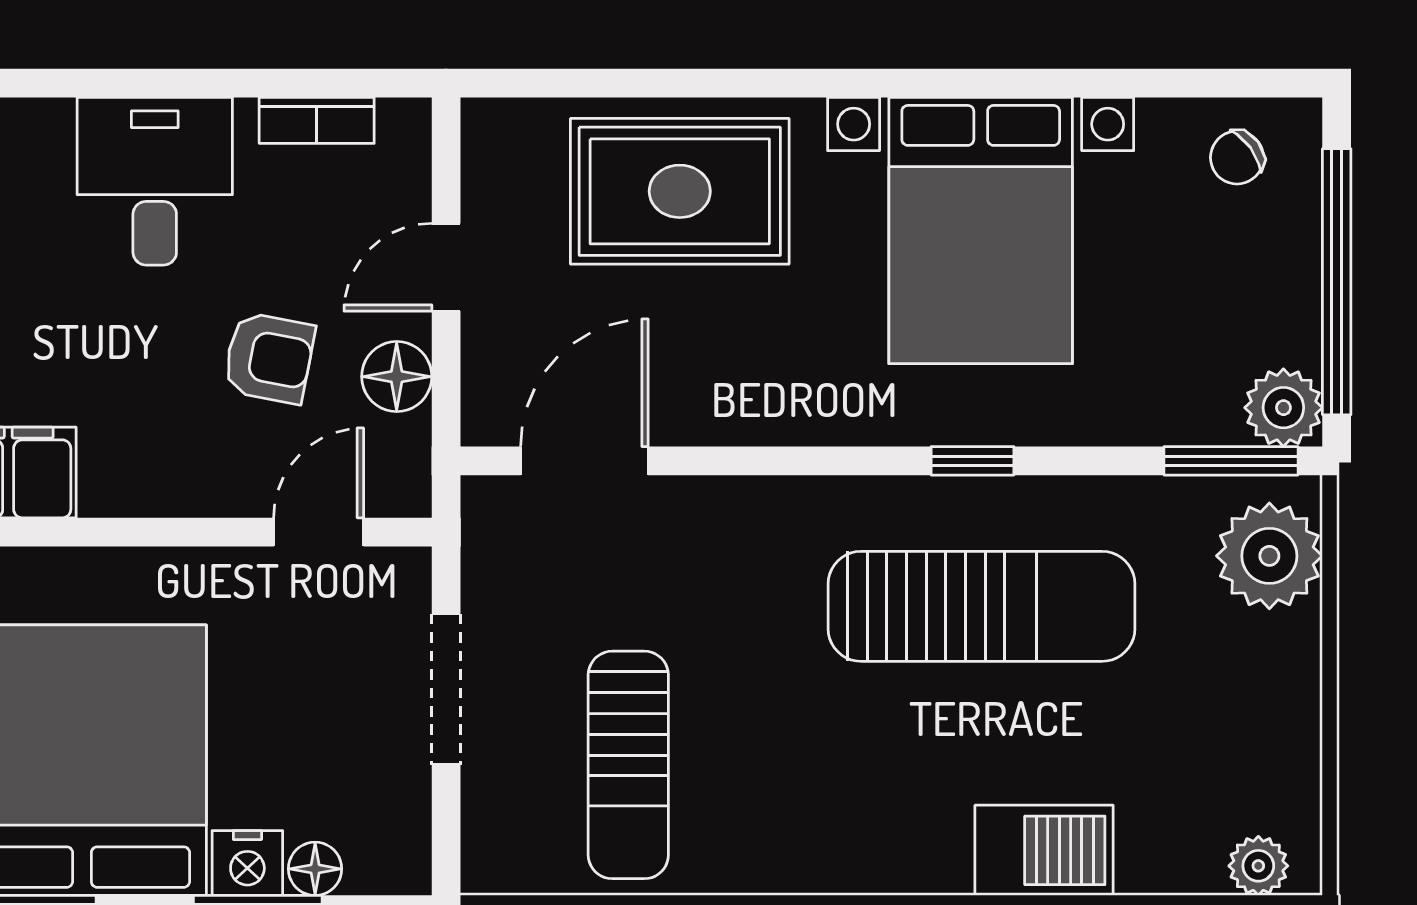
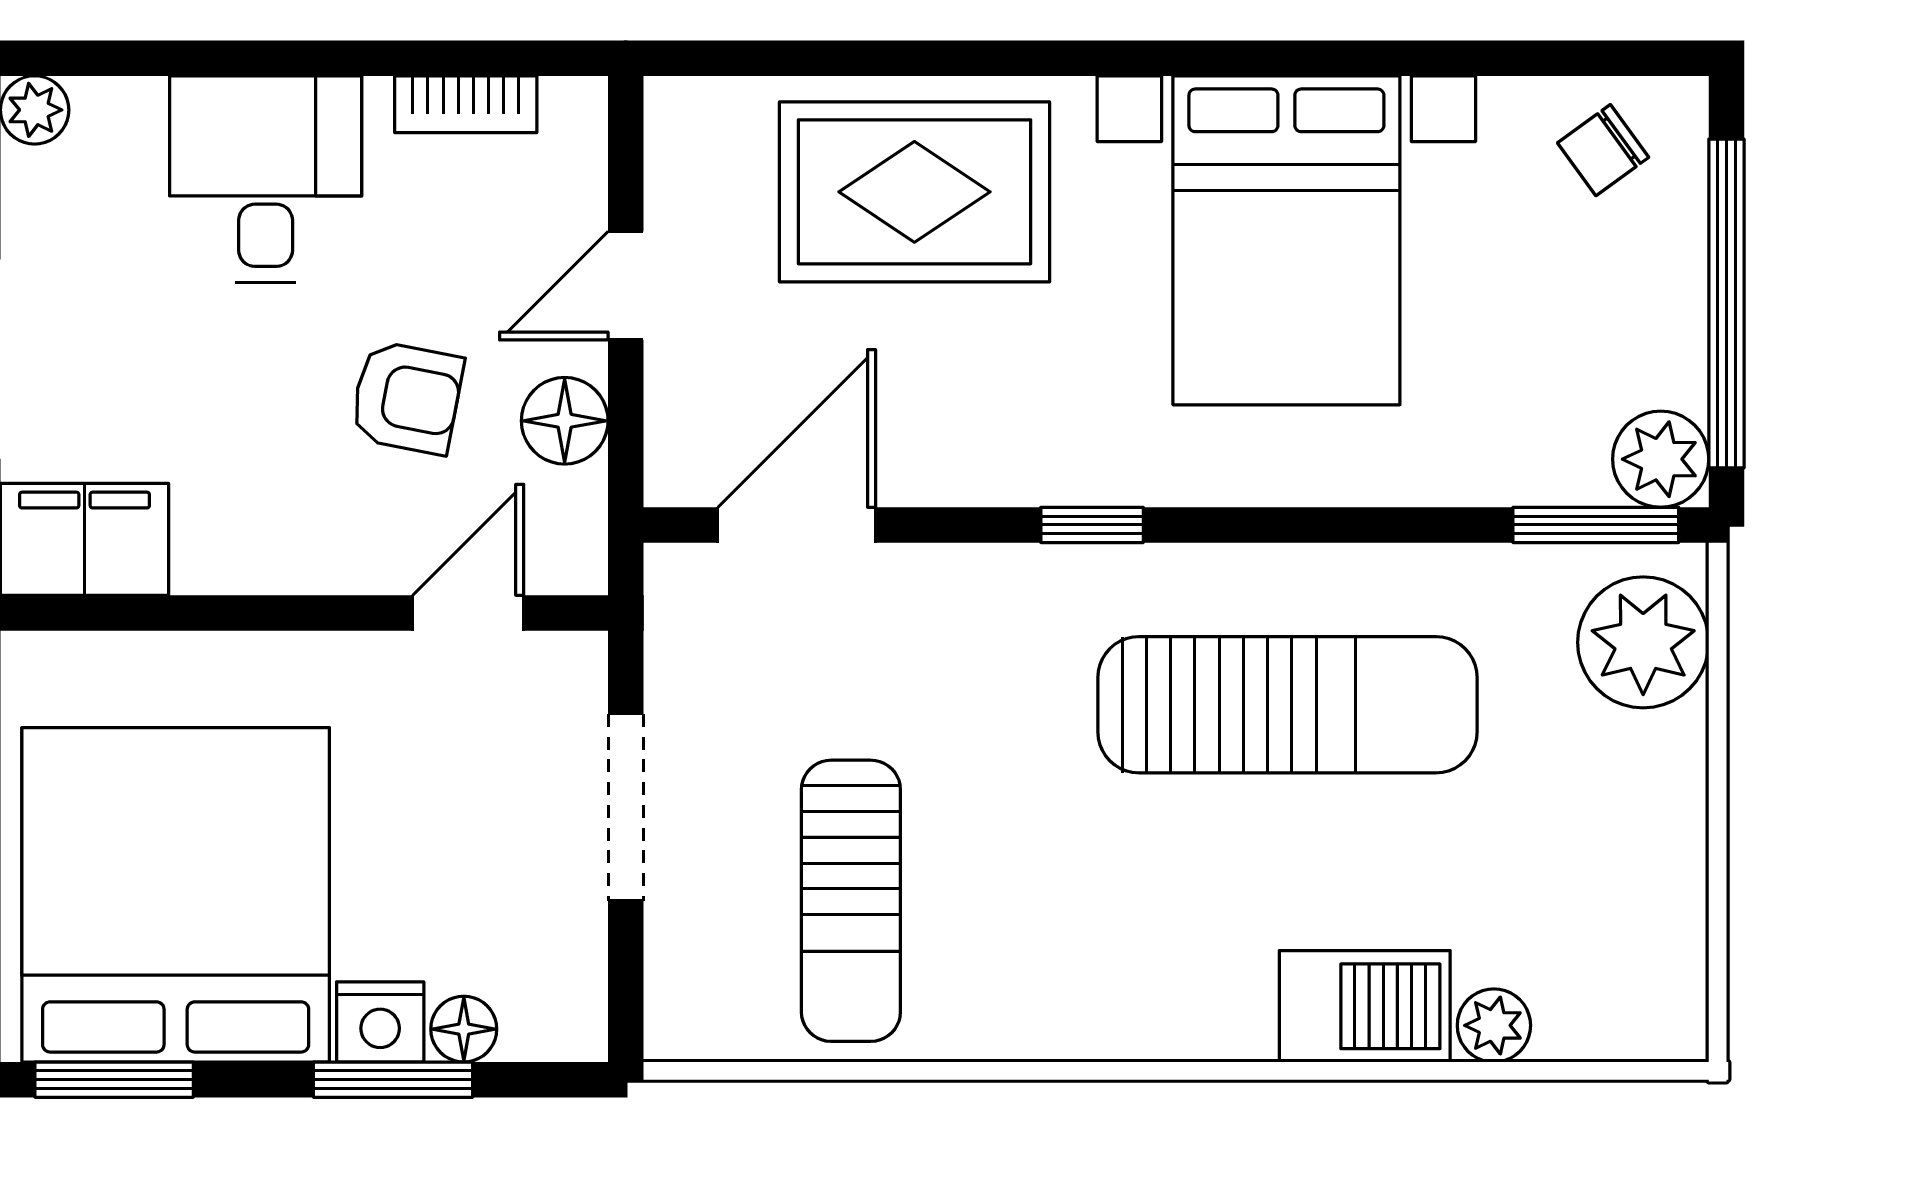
window: (972, 461) -> (1092, 525), moved
plant: (1258, 866) -> (1494, 1025), moved

